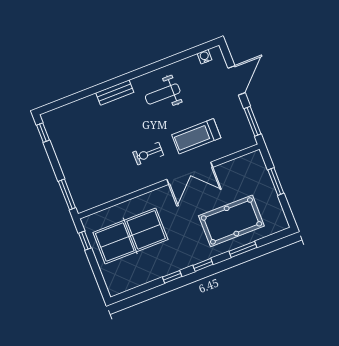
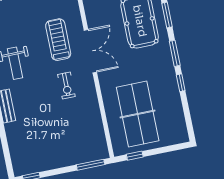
treadmill: (196, 136) -> (58, 40), turned 180
window: (203, 265) -> (175, 53), width x1.50

